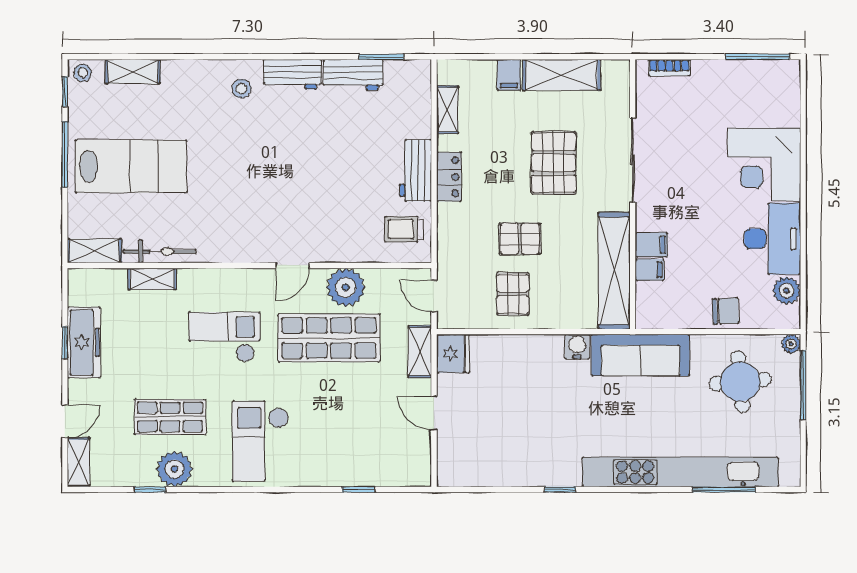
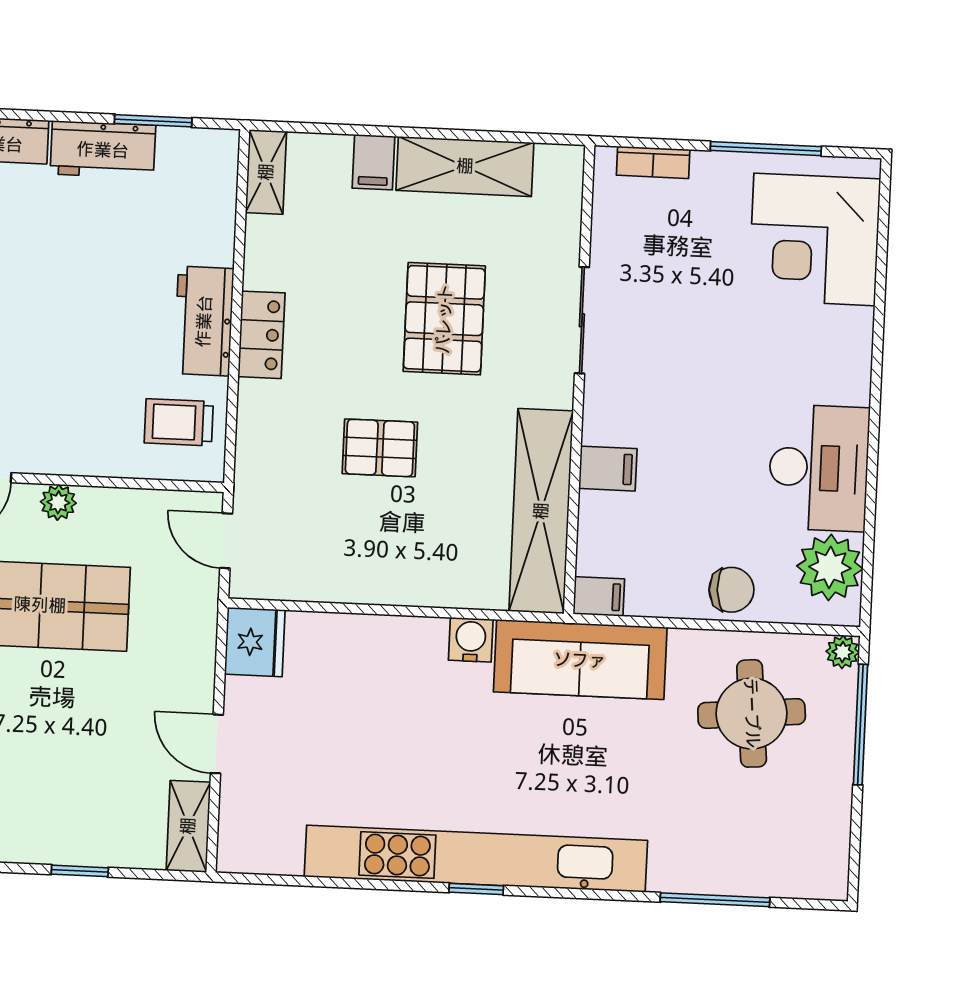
window: (757, 57) -> (766, 149), moved
shelving: (447, 110) -> (266, 172), moved
sliding door: (633, 160) -> (582, 320), width x0.73
corner desk: (764, 164) -> (814, 239), moved
filing cabinet: (650, 270) -> (599, 596), moved
plant: (346, 287) -> (58, 502), width x0.53, depth x0.53
plant: (787, 291) -> (830, 567), width x1.36, depth x1.36
pallet: (513, 294) -> (363, 543), removed
shelving: (420, 352) -> (188, 826), moved
kitchen unit: (680, 472) -> (476, 859), moved
window: (560, 490) -> (476, 889), moved

